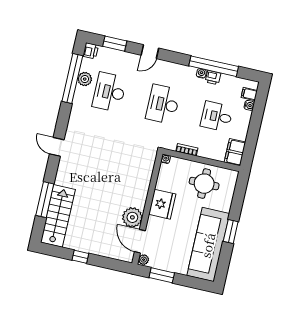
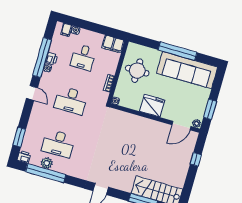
door: (150, 52) -> (32, 93), moved
plant: (132, 217) -> (162, 131), removed
window: (231, 231) -> (178, 51), width x2.11
window: (80, 257) -> (196, 159), moved

